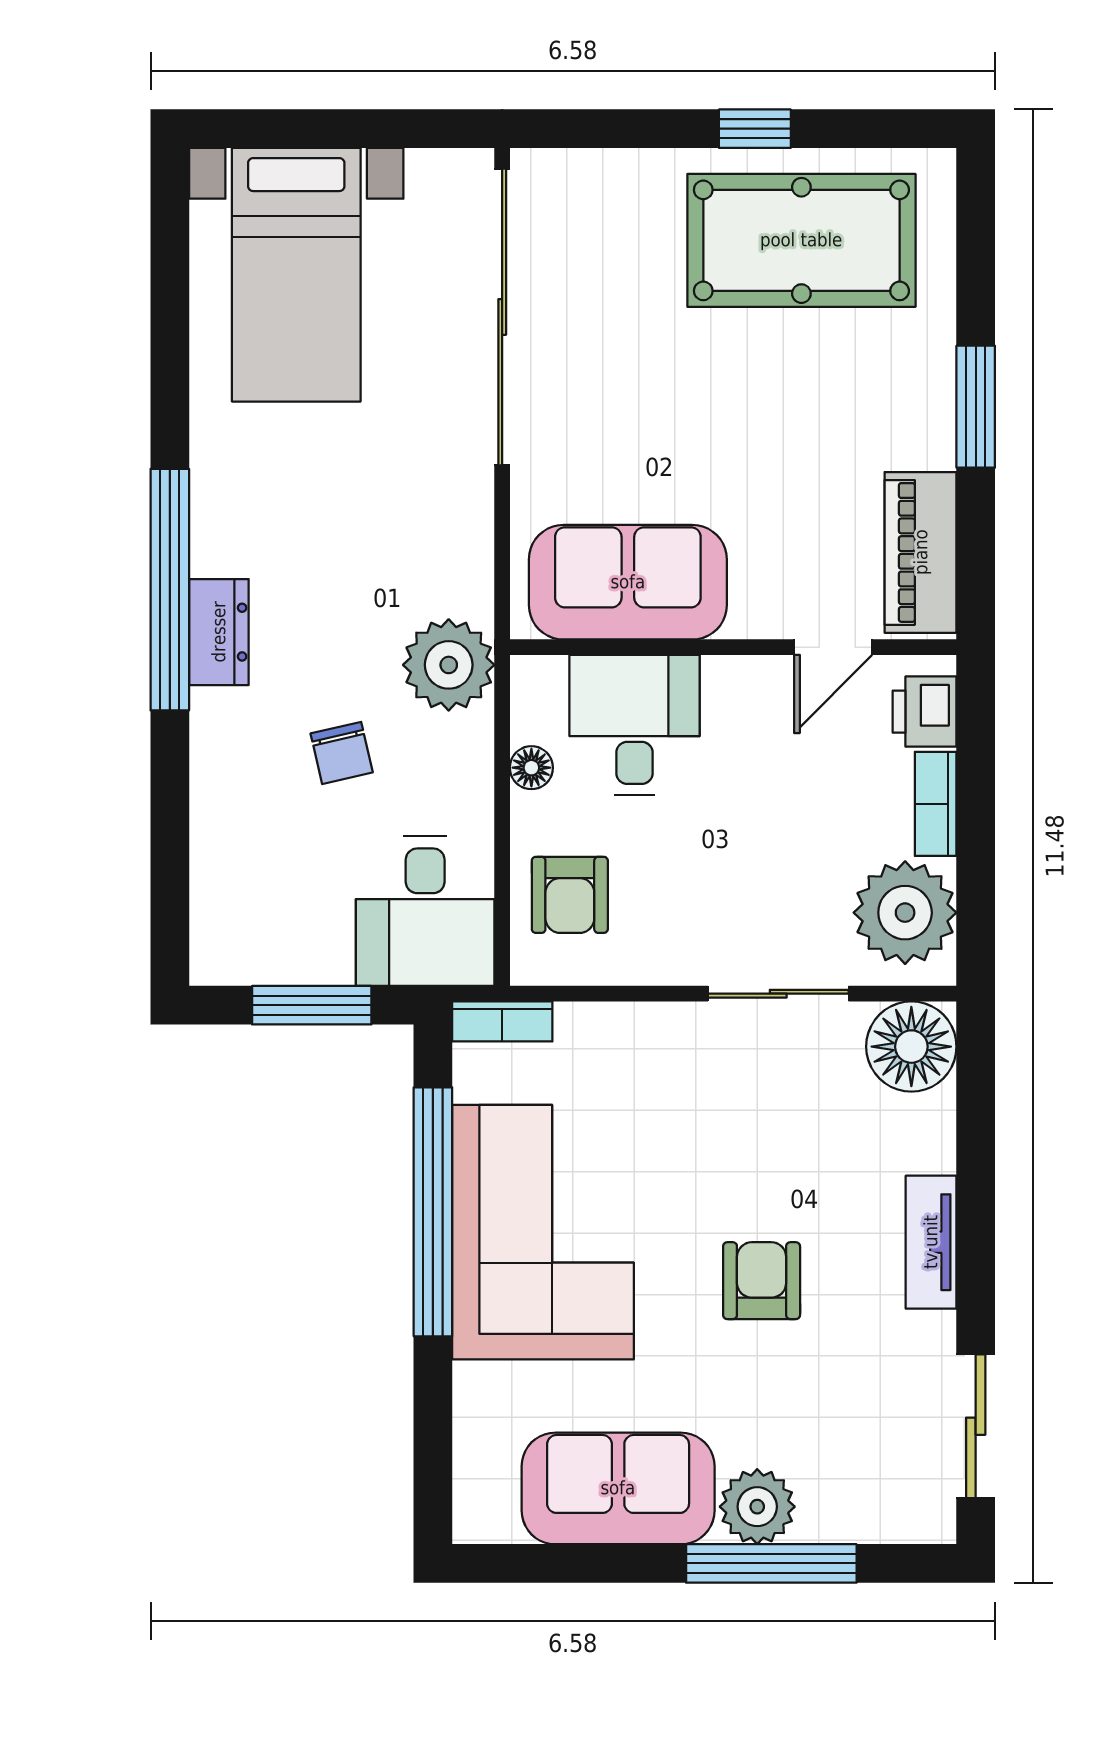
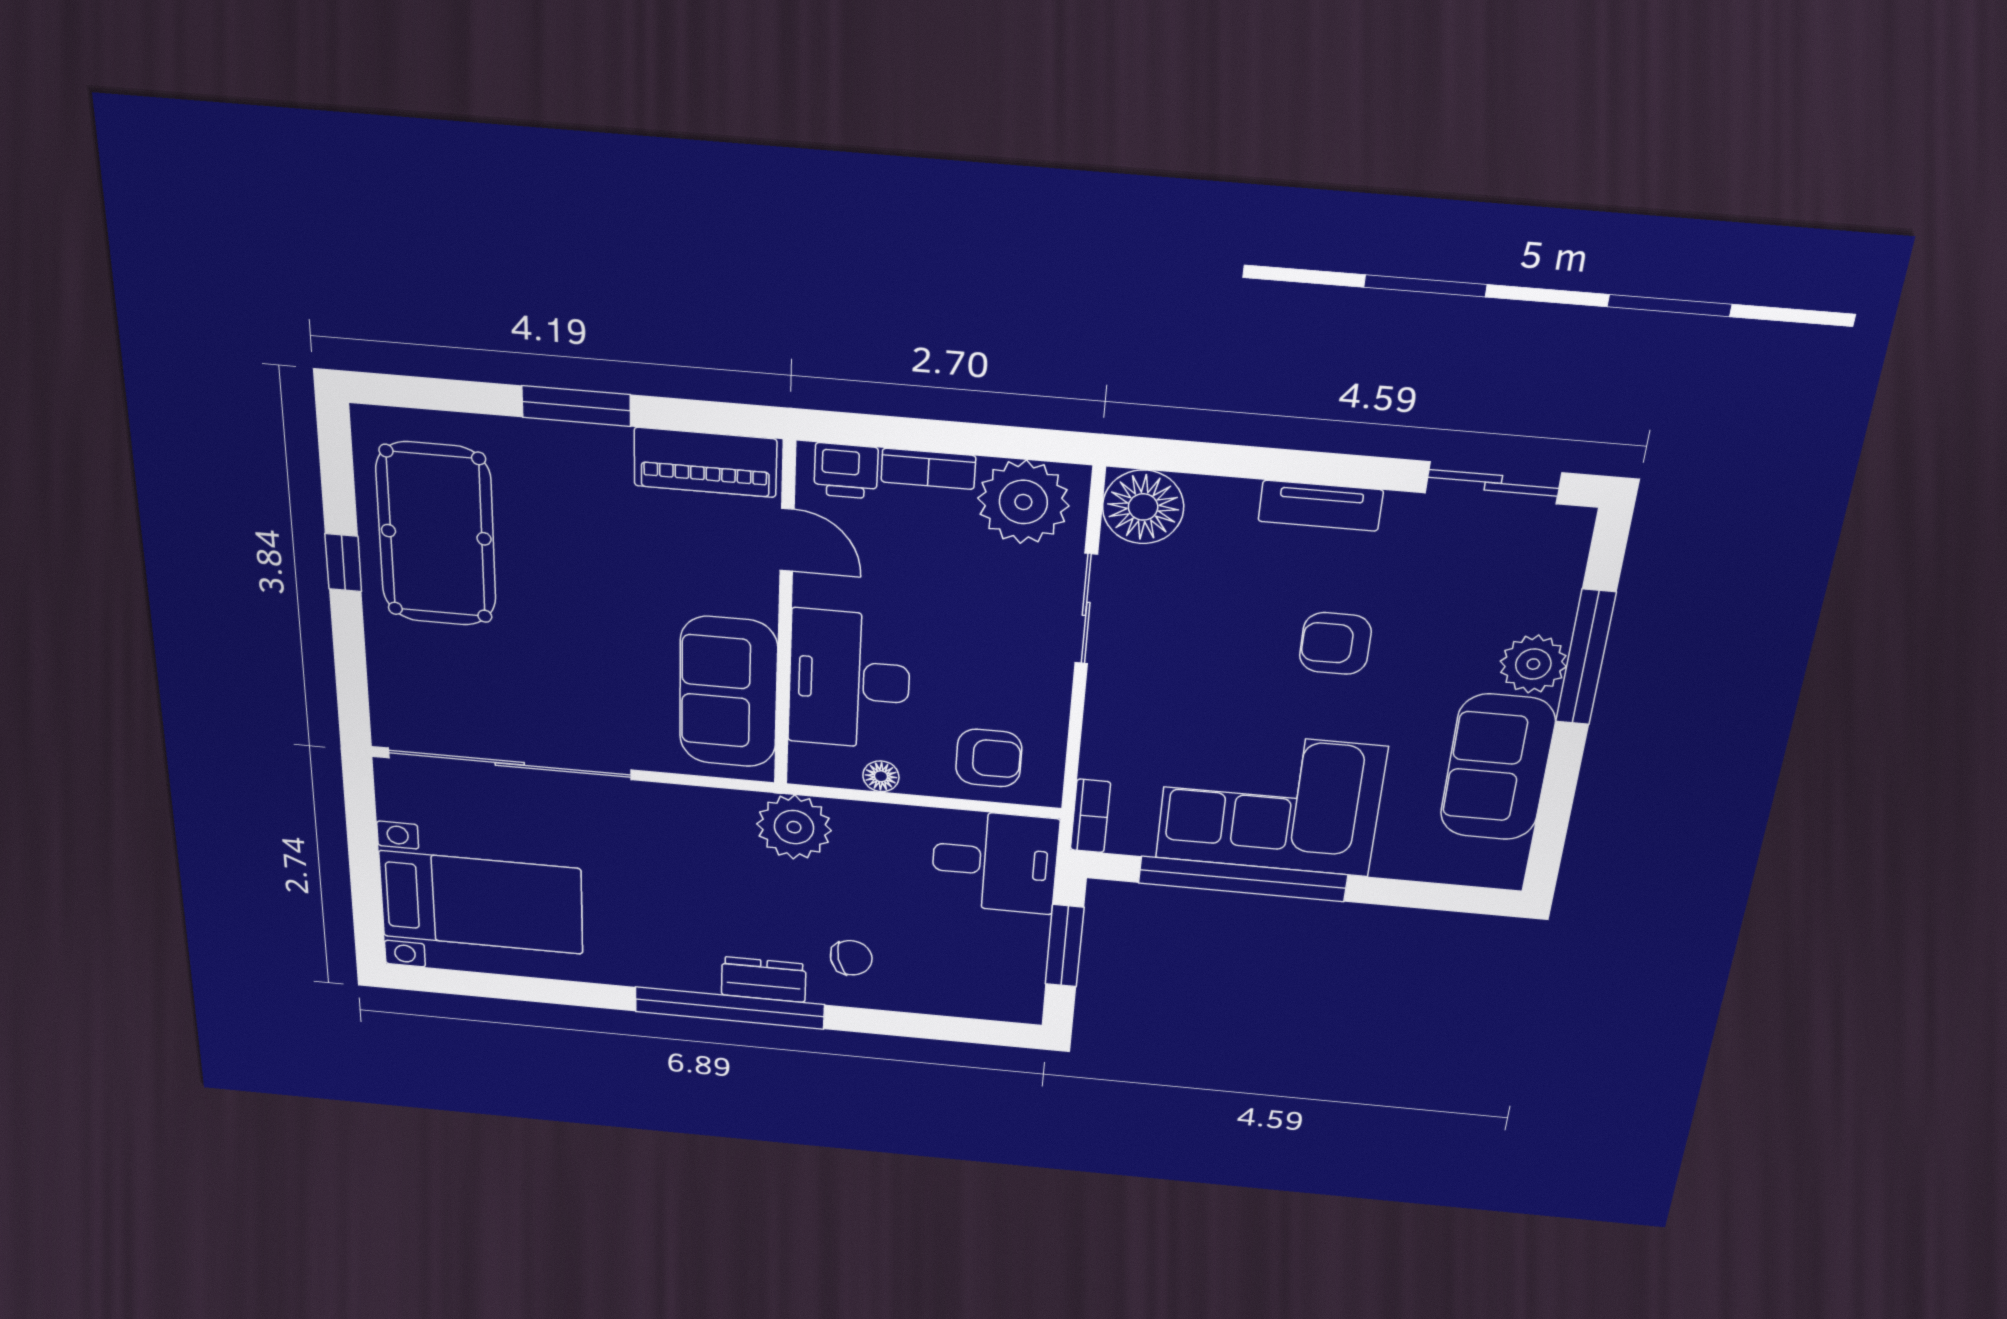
desk: (634, 725) -> (849, 680), width x1.37
chair: (342, 753) -> (851, 958), moved

